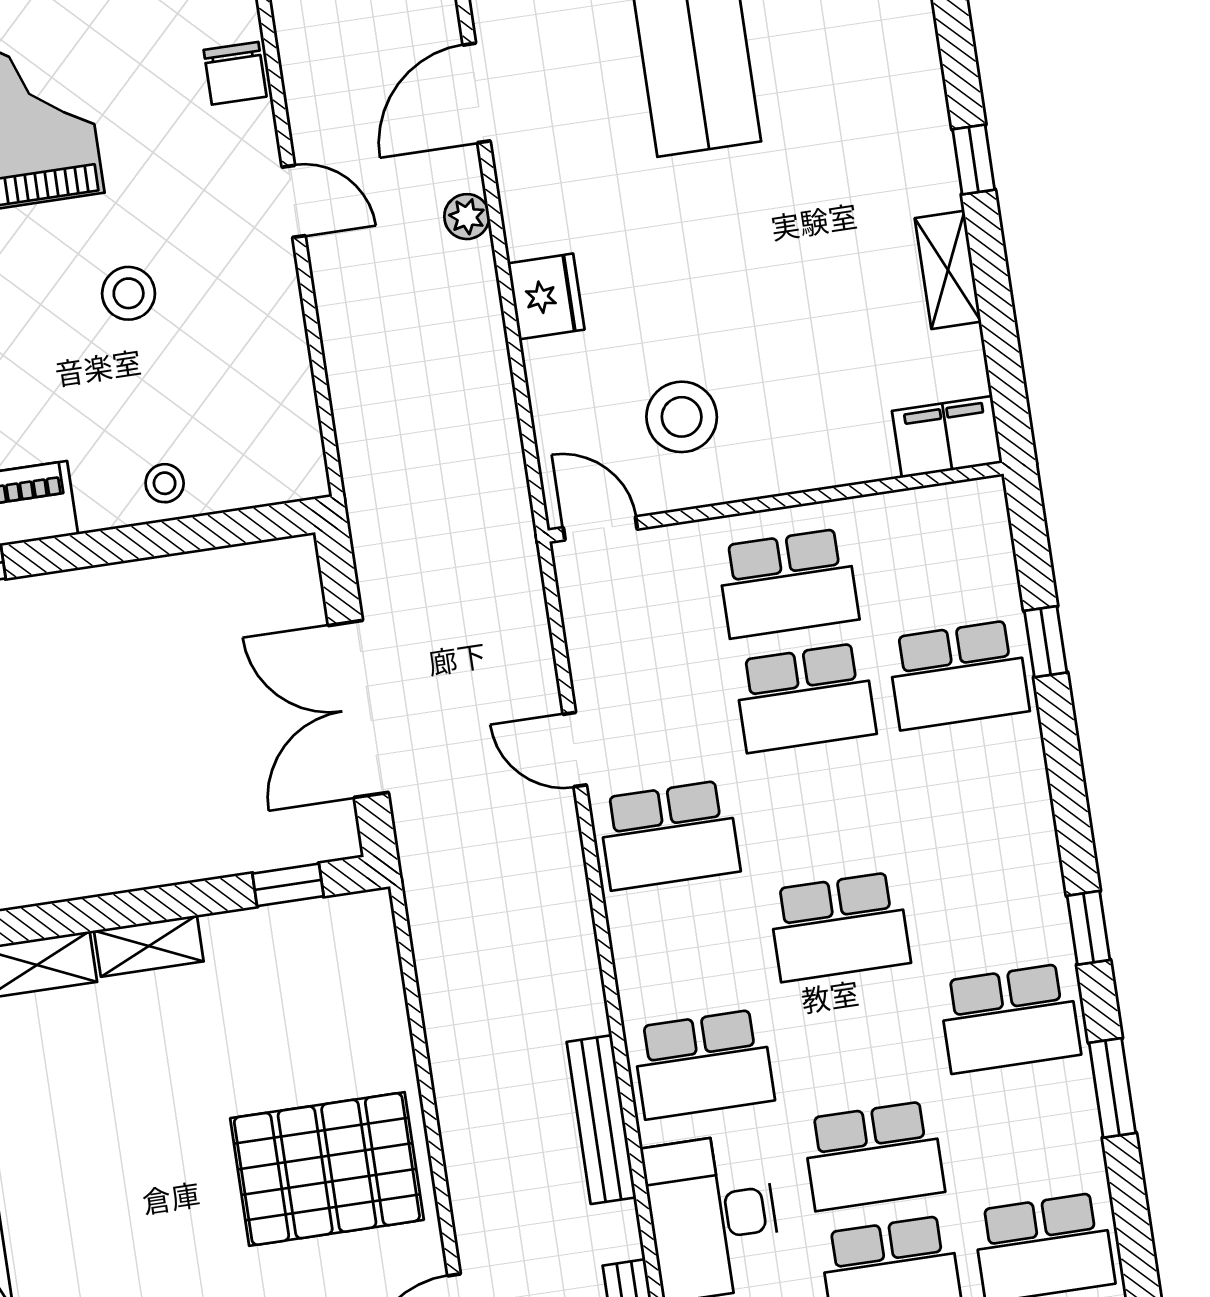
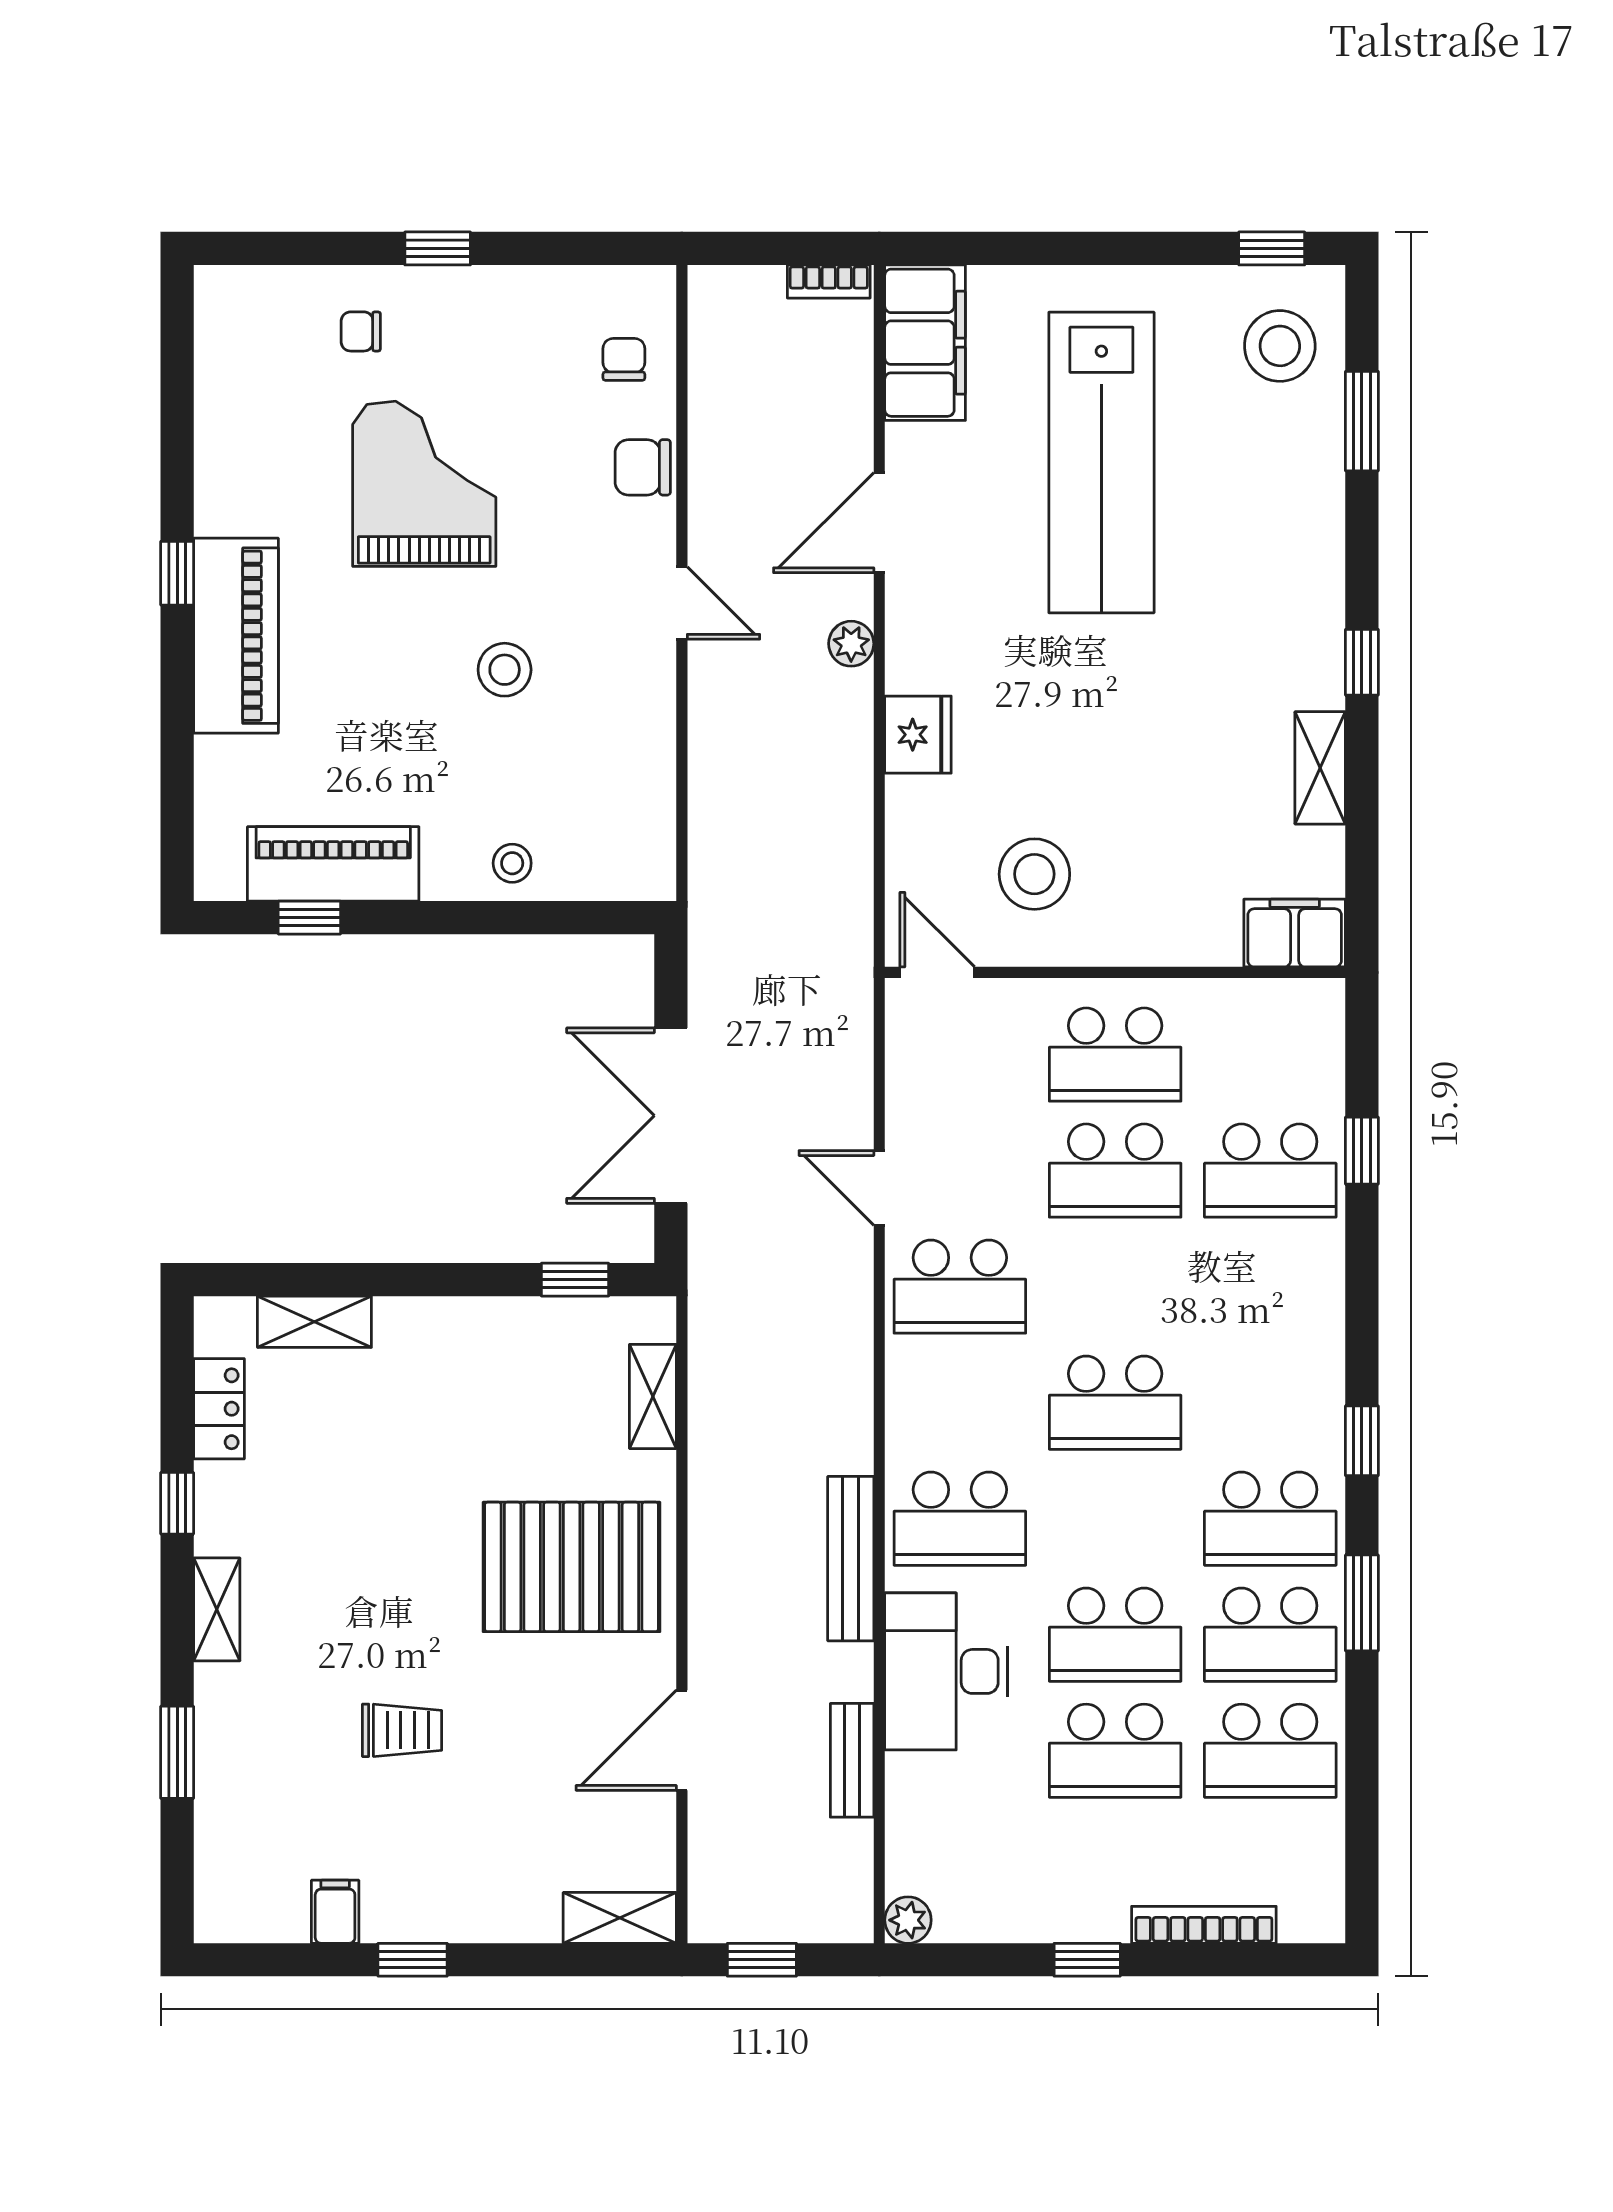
chair: (235, 73) -> (643, 467), turned 90
shelving: (149, 946) -> (653, 1396), moved, turned 90
school desk: (1027, 1133) -> (1270, 1635), added

